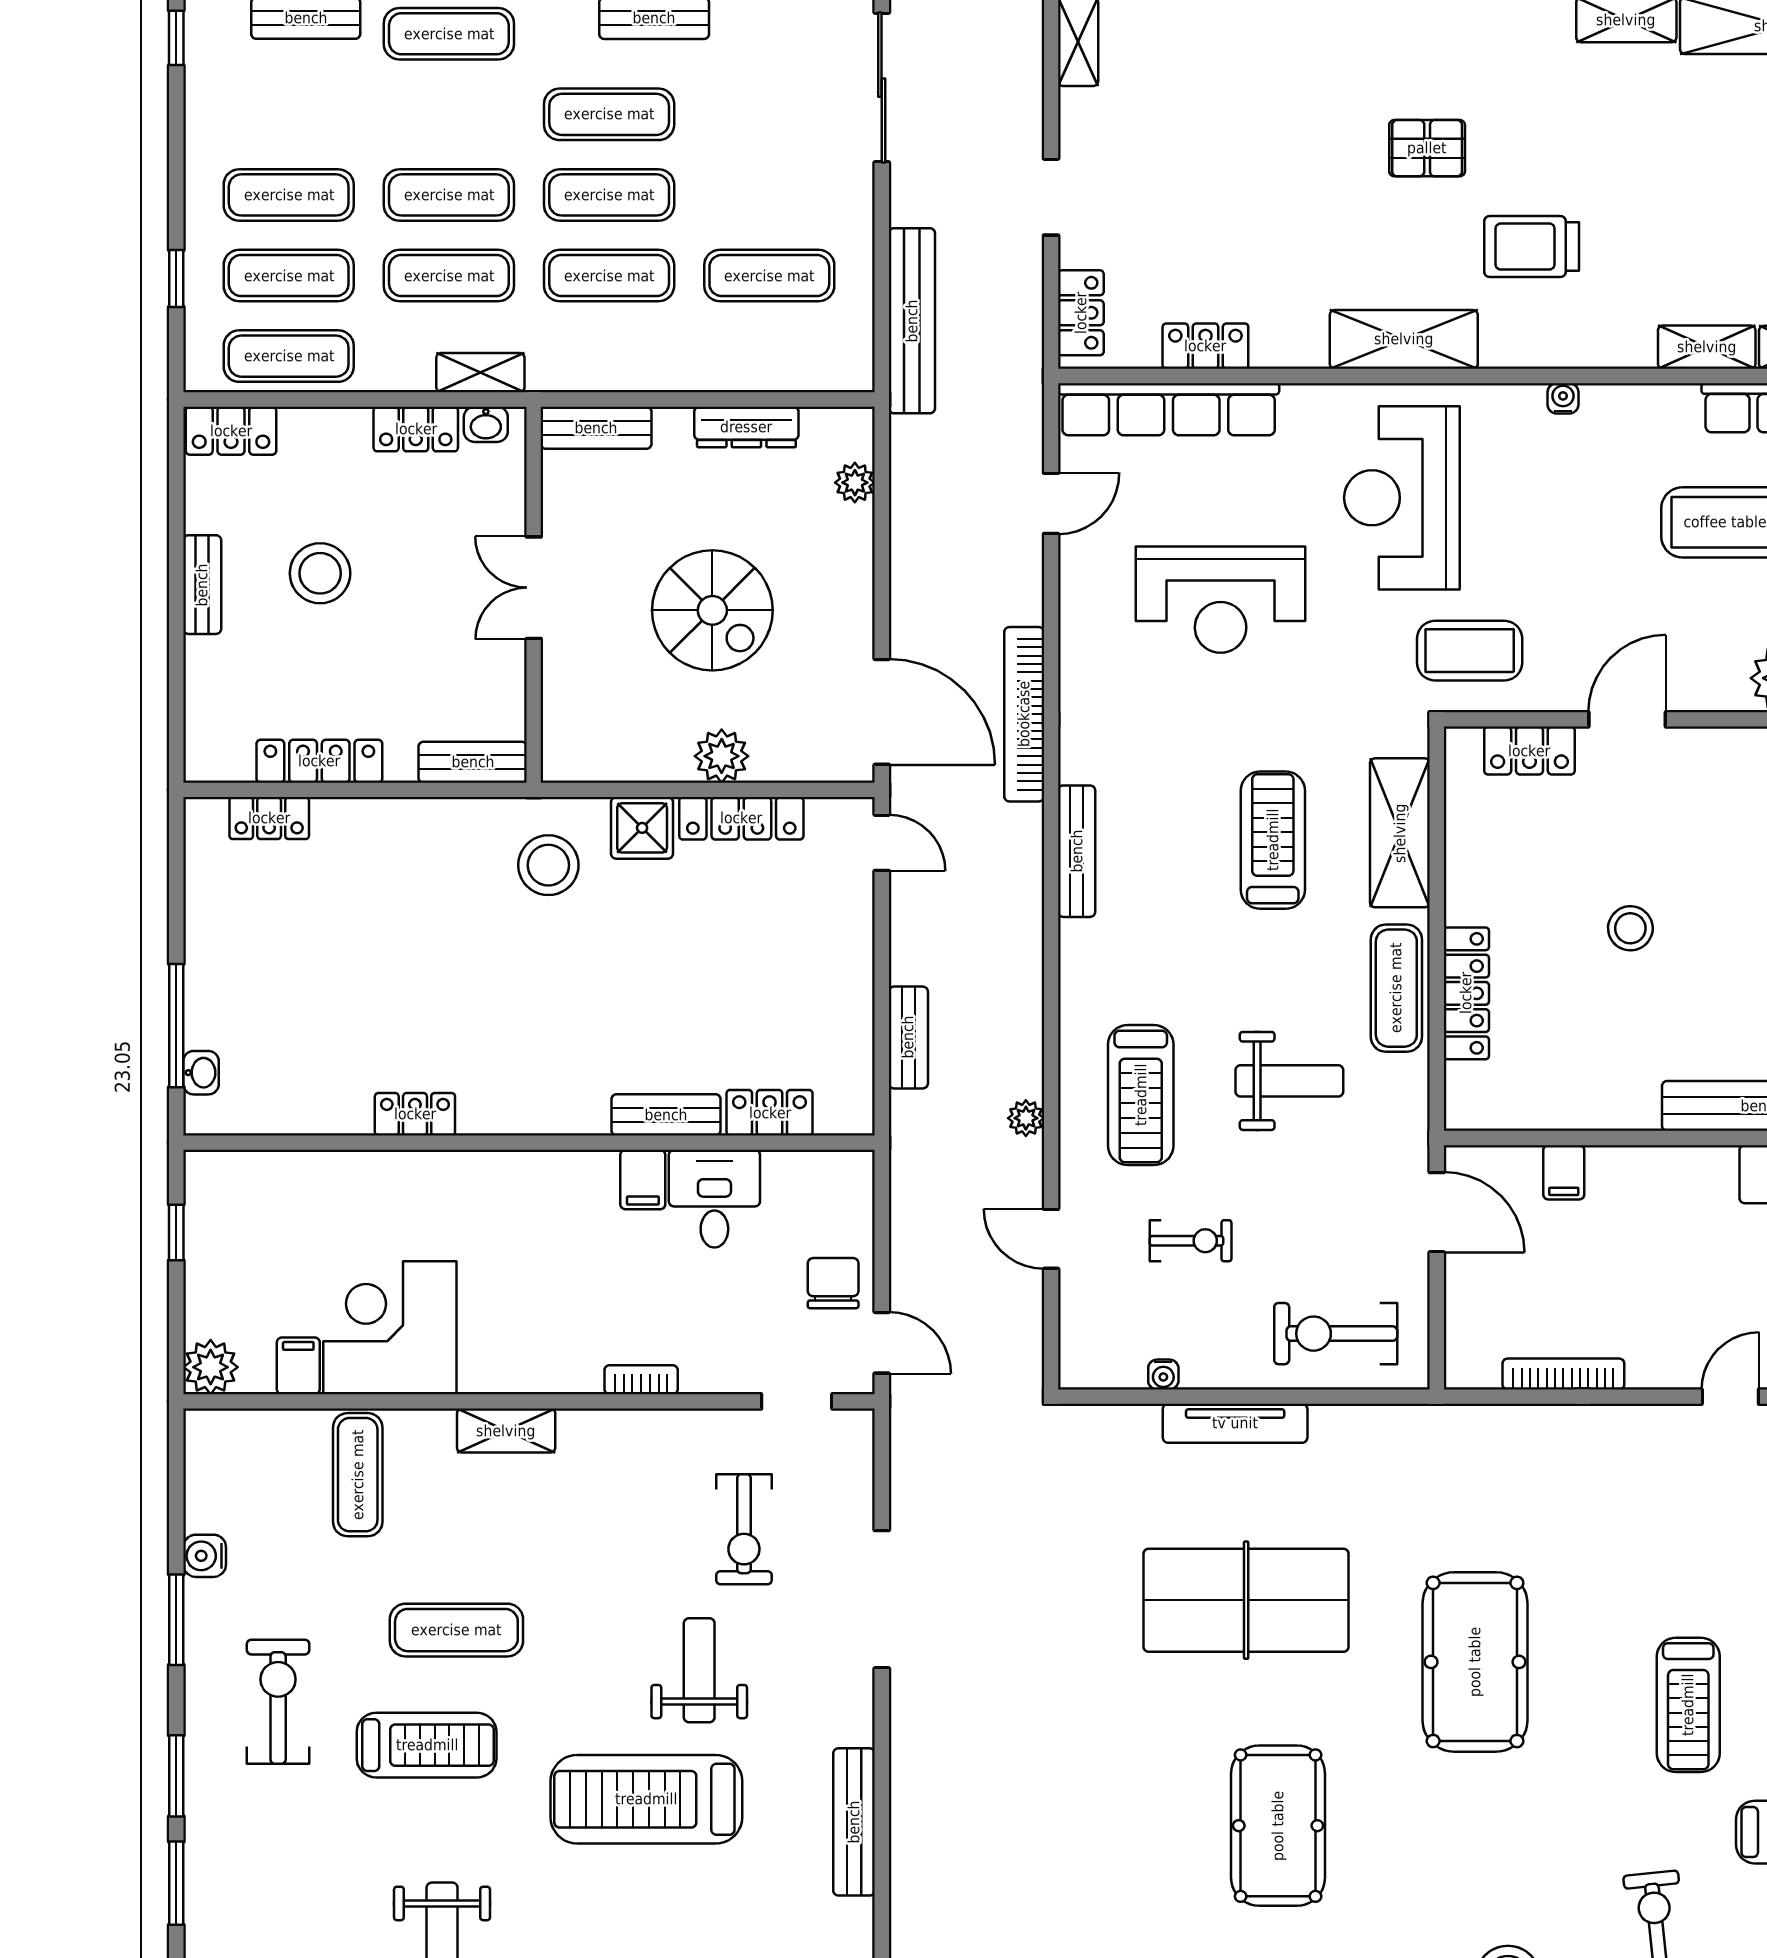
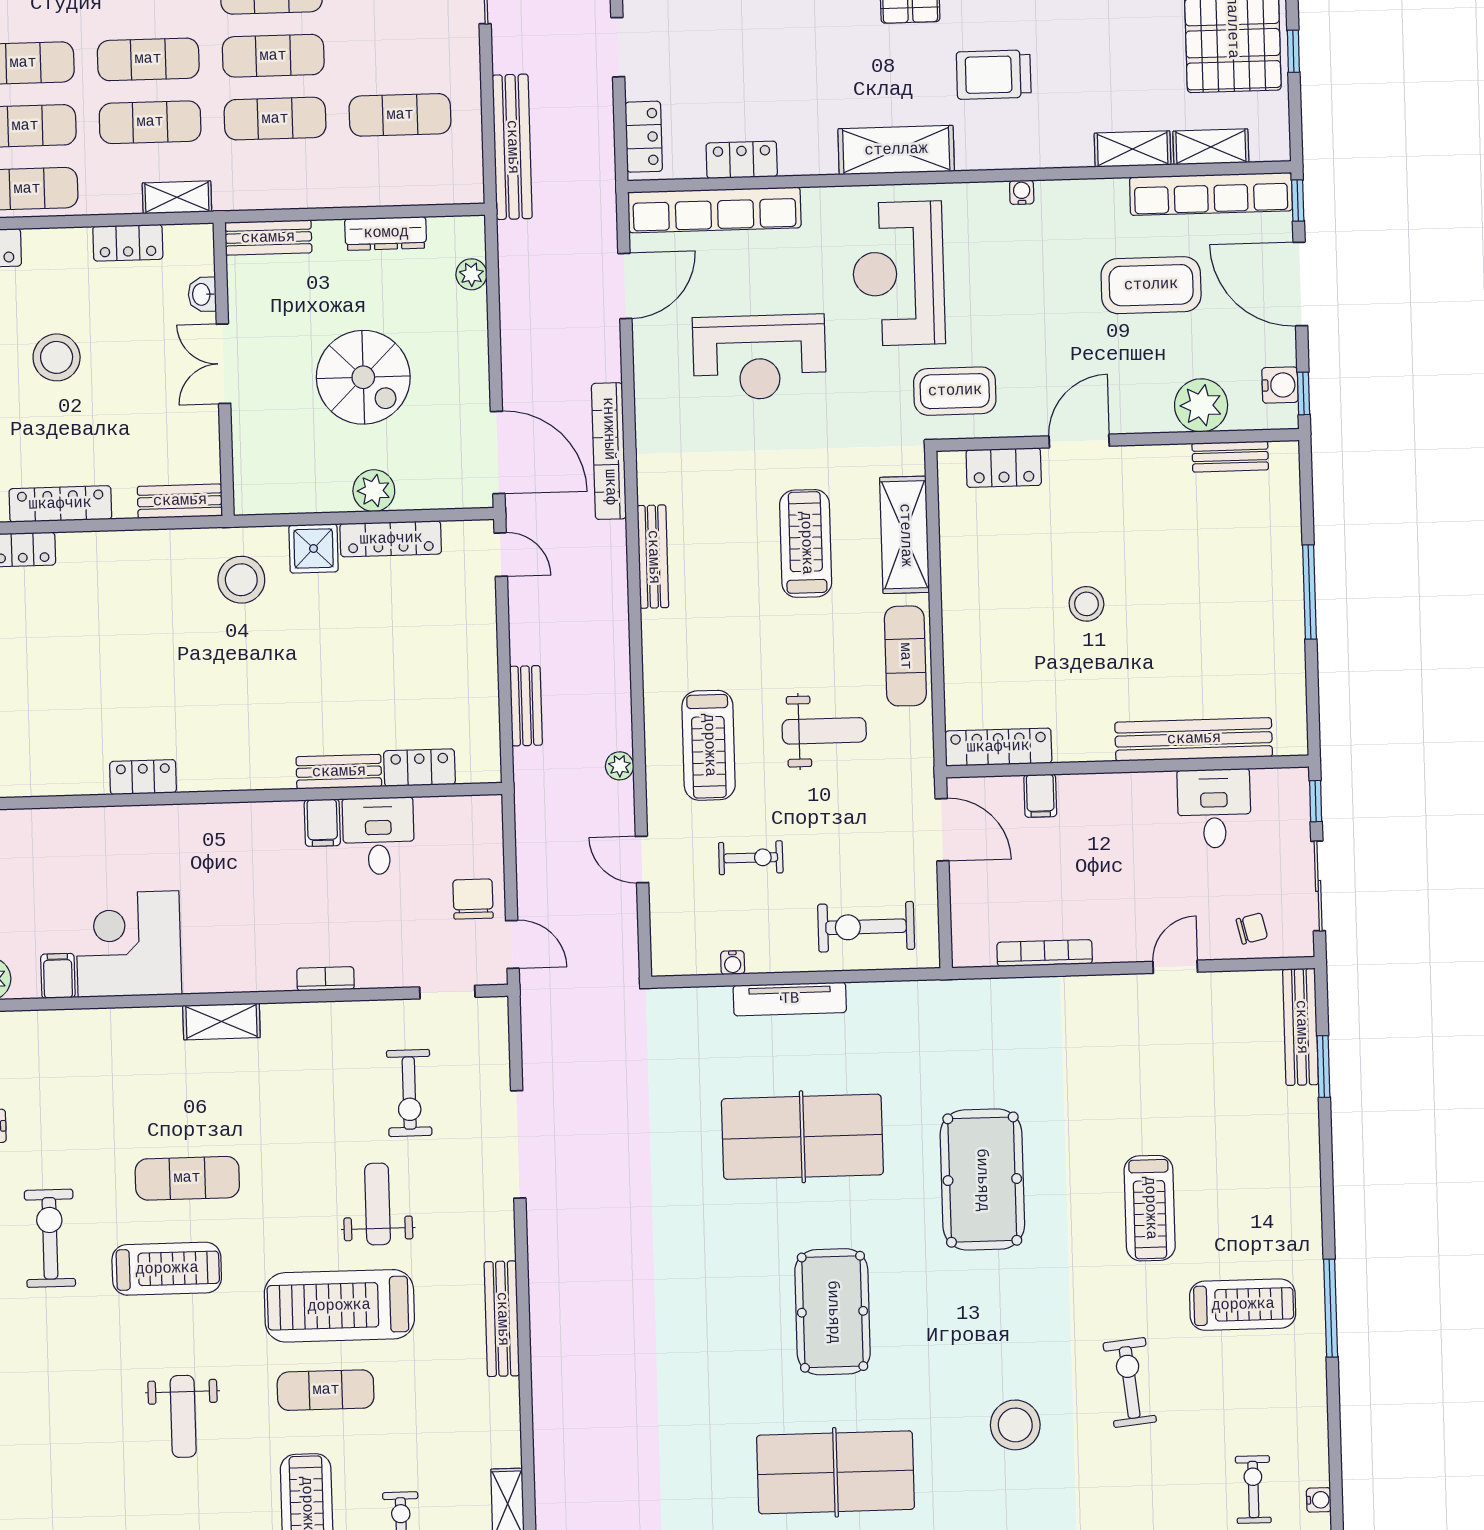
washbasin: (486, 424) -> (202, 294), moved, turned 90
door: (1051, 503) -> (625, 286), width x1.38
locker: (1466, 993) -> (998, 747), moved, turned -90
exercise mat: (358, 1475) -> (326, 1390), moved, turned 90

